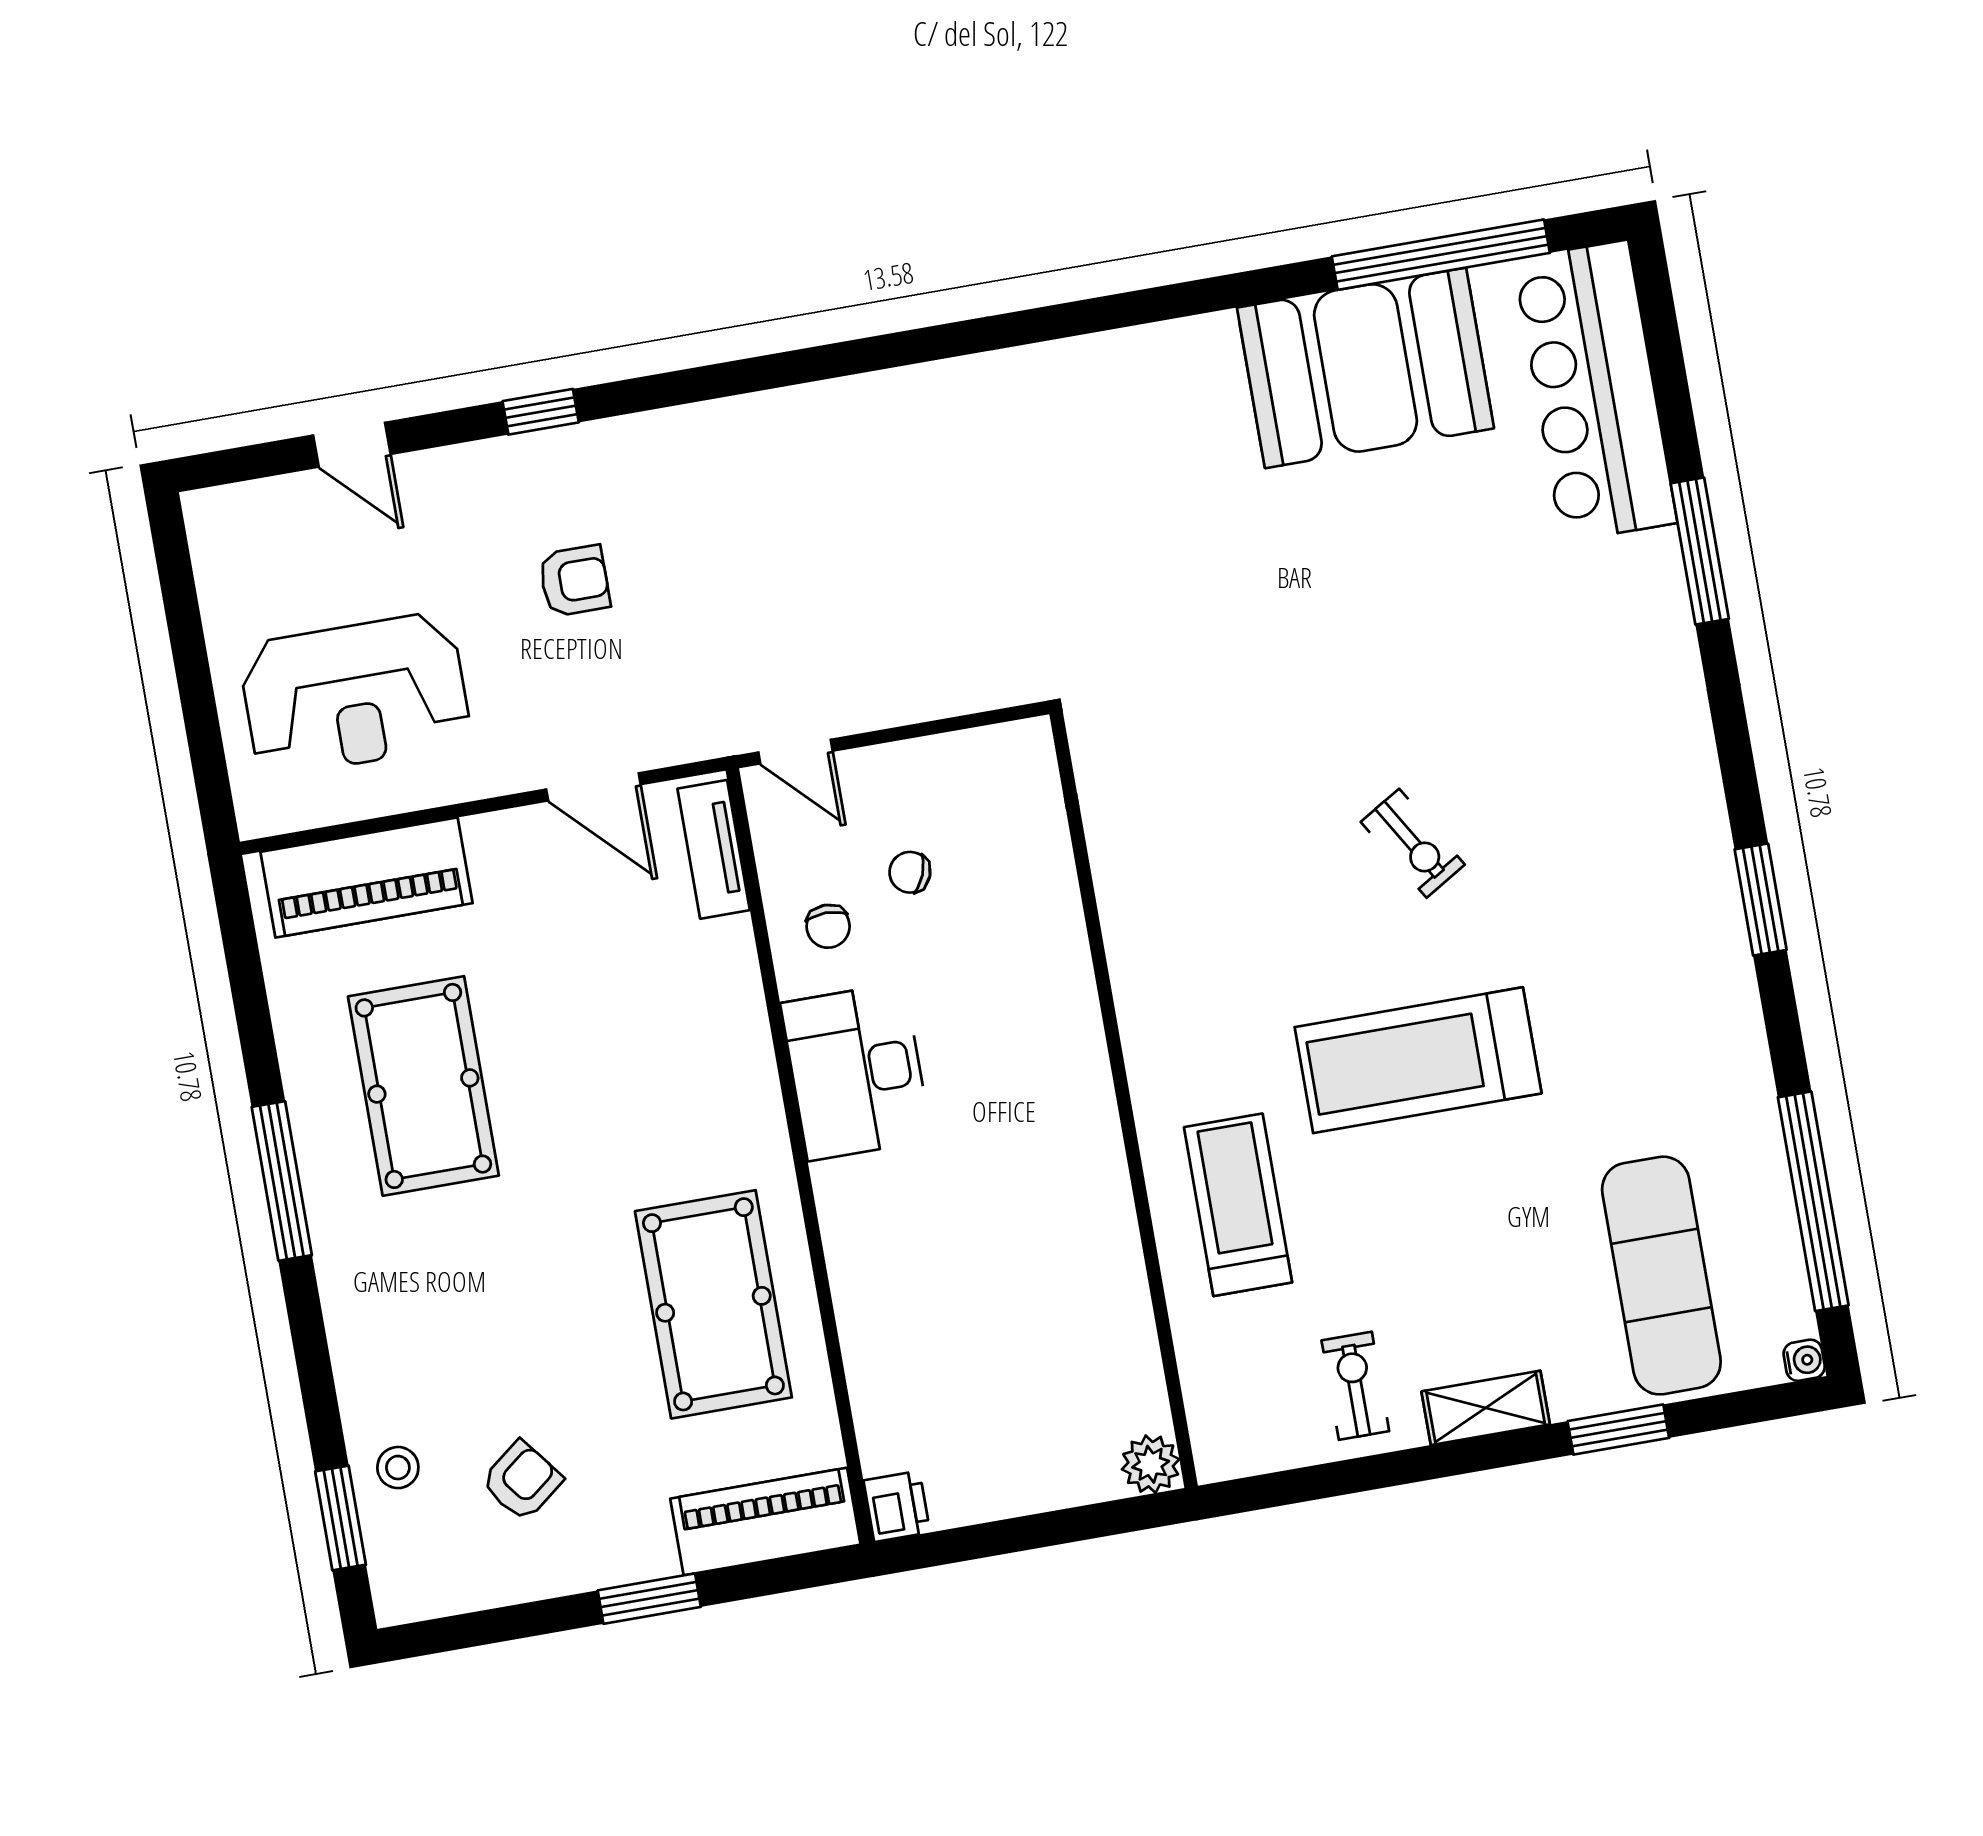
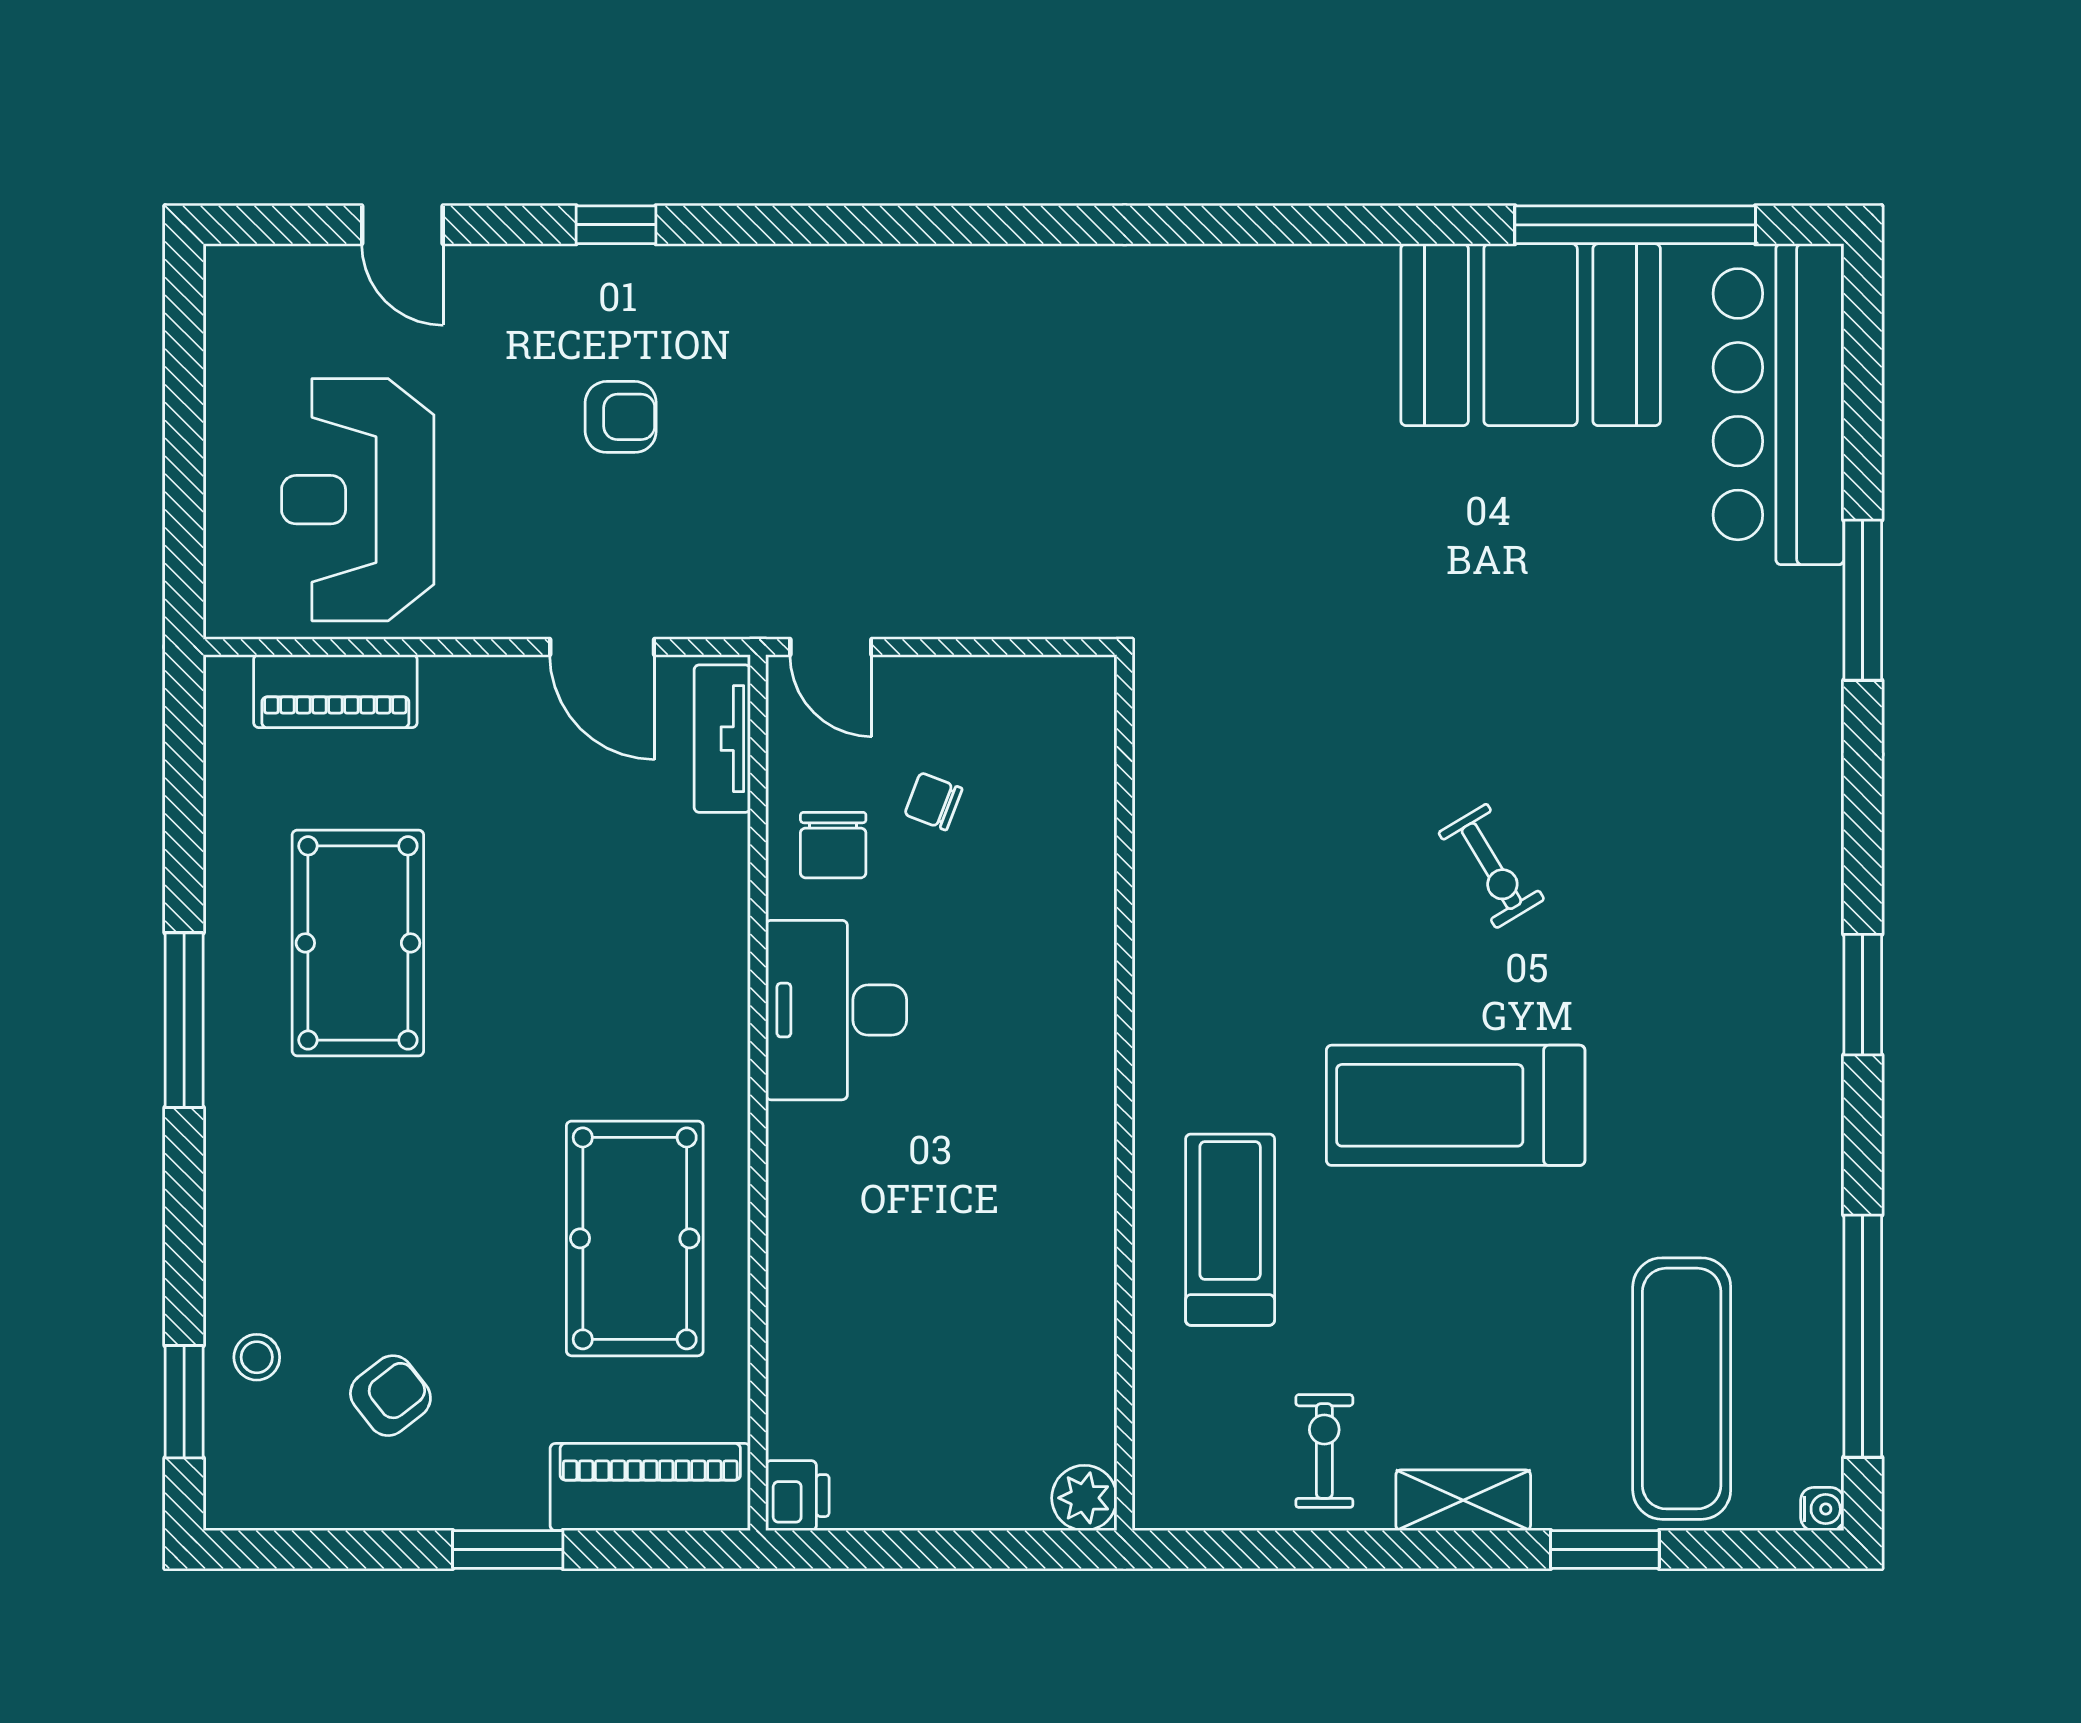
reception desk: (355, 694) -> (358, 500), turned 90
piano: (366, 878) -> (335, 691), width x0.73, depth x0.75
chair: (828, 926) -> (833, 845), width x1.37, depth x1.37

